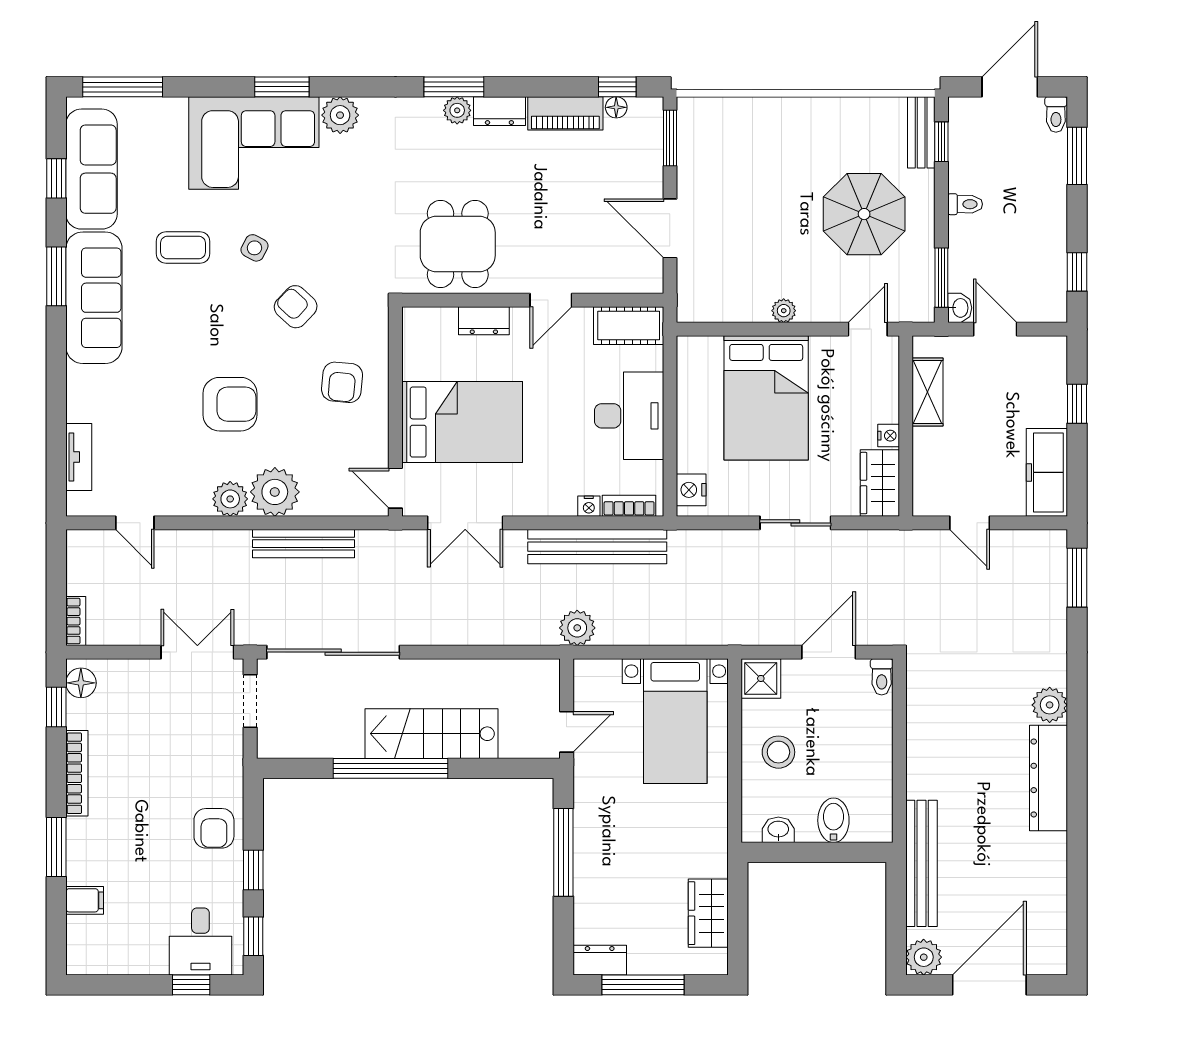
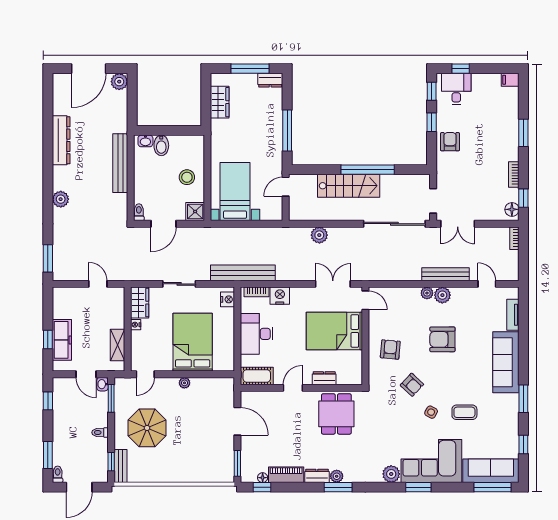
sofa: (92, 169) -> (491, 471), moved, turned 90
sofa: (94, 298) -> (506, 362), moved
freezer: (1047, 472) -> (62, 340), moved
plant: (275, 492) -> (427, 293), width x0.53, depth x0.53
nightstand: (589, 506) -> (280, 296), width x1.89, depth x1.79
bench: (304, 544) -> (445, 274), moved
bench: (597, 547) -> (243, 273), moved
plant: (577, 628) -> (319, 235), moved
bookcase: (77, 773) -> (514, 175), width x0.64
dresser: (1048, 778) -> (61, 140), moved
washbasin: (778, 830) -> (145, 141), moved
bench: (922, 863) -> (120, 163), moved
filing cabinet: (85, 900) -> (510, 80), moved

